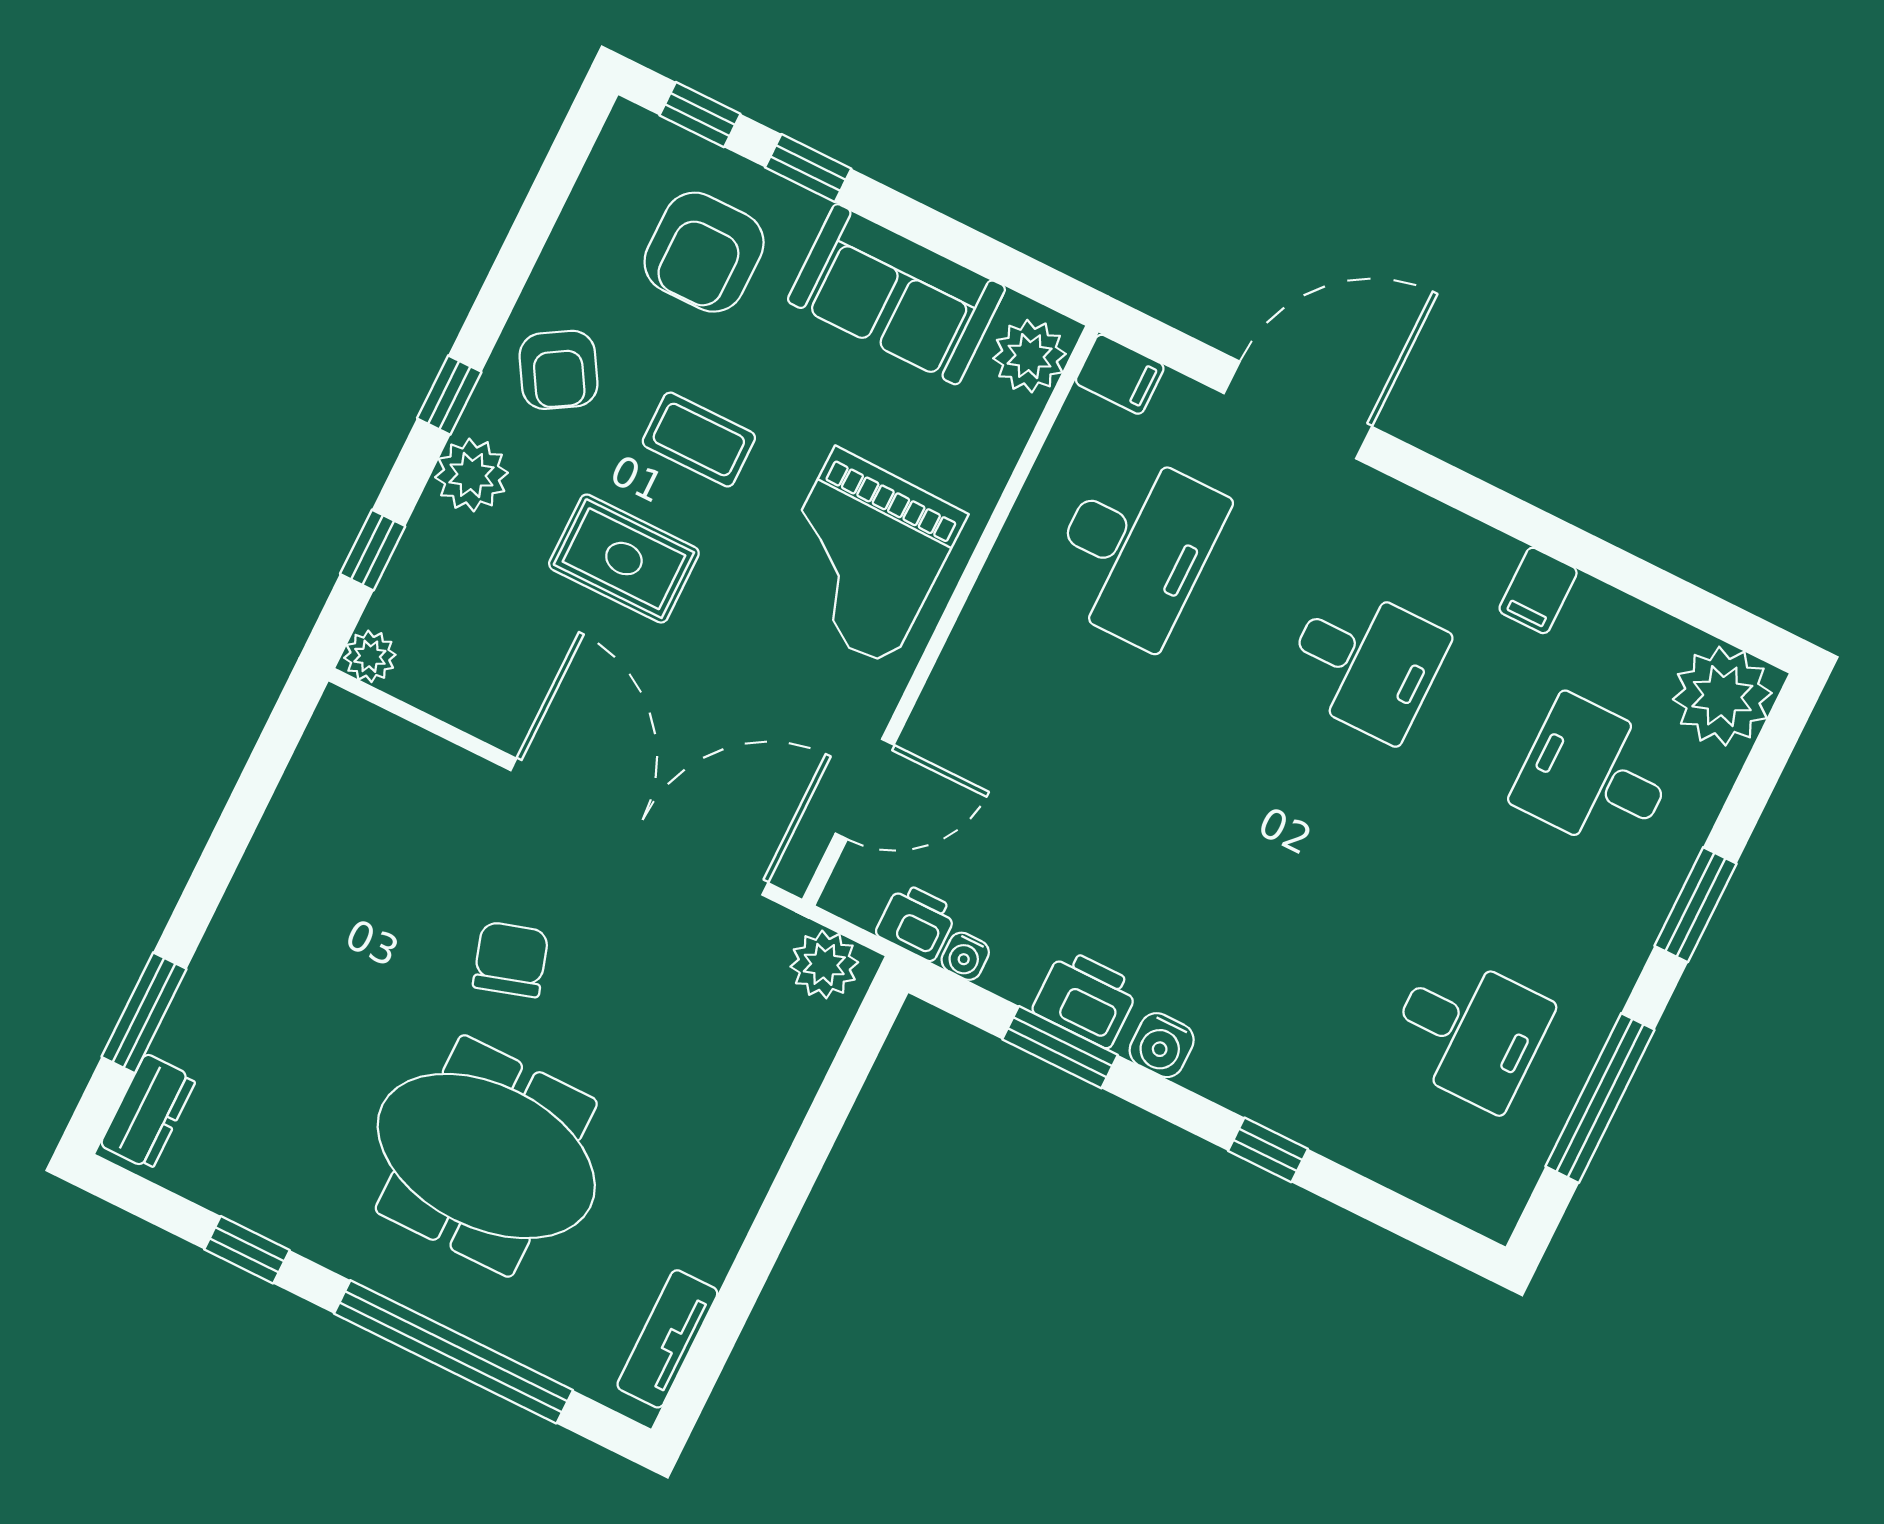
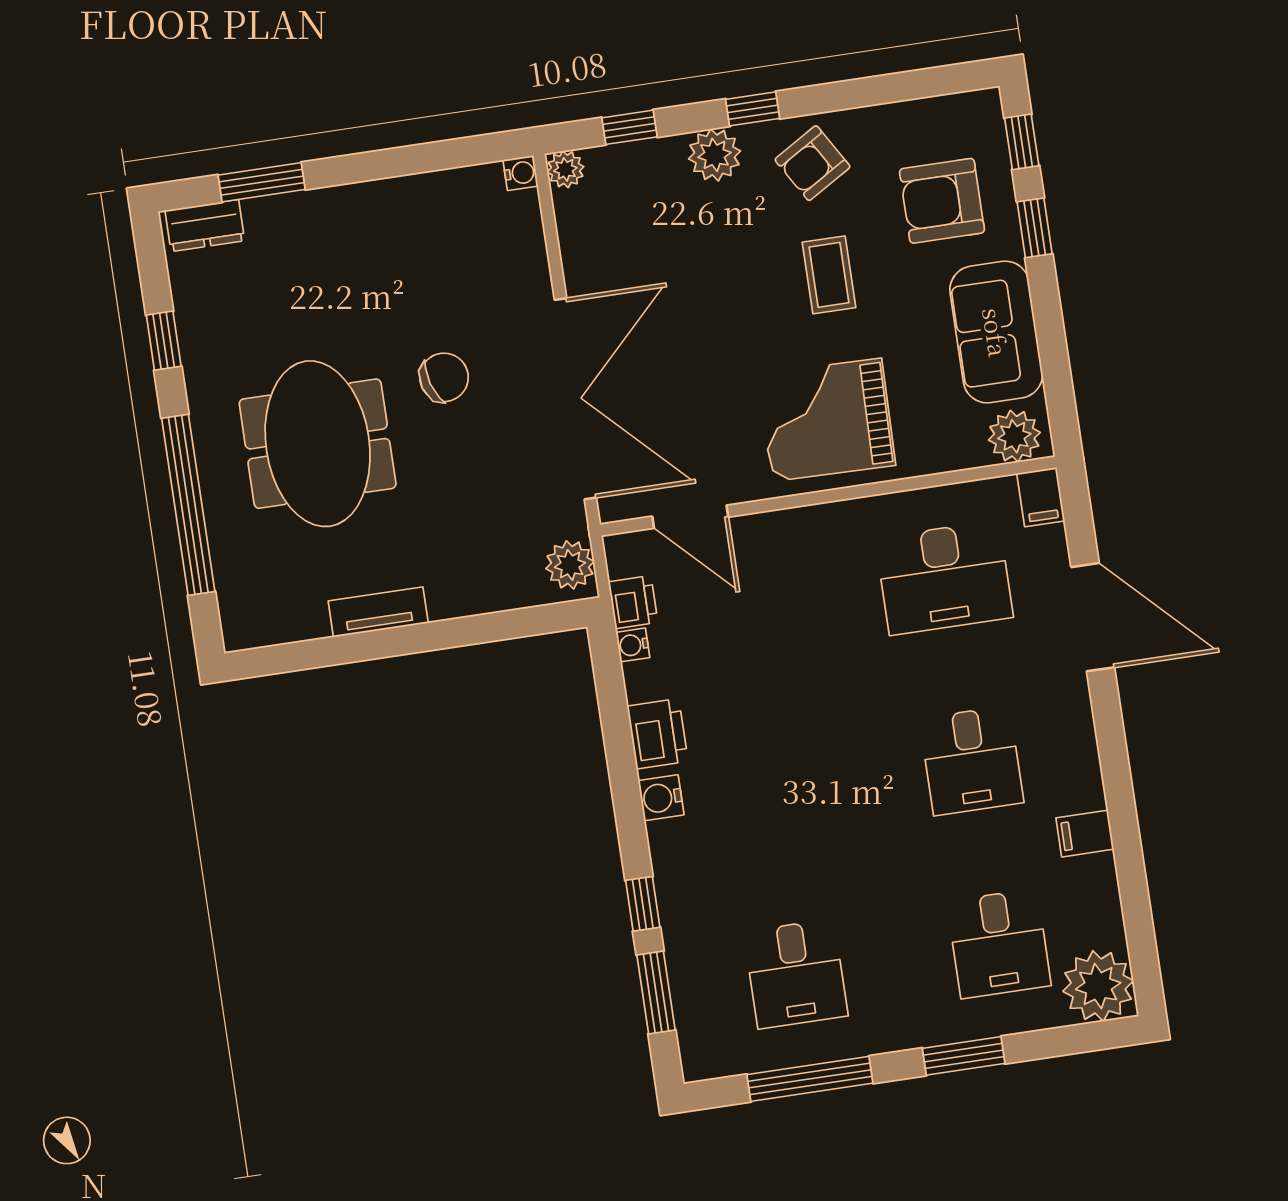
rug: (624, 559) -> (728, 279), removed
water cooler: (338, 710) -> (520, 173), added
desk: (1595, 775) -> (999, 943), turned 180
window: (1060, 1047) -> (656, 992), moved
tv unit: (667, 1339) -> (378, 612), moved

